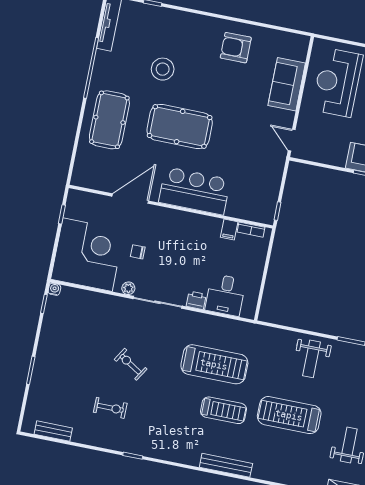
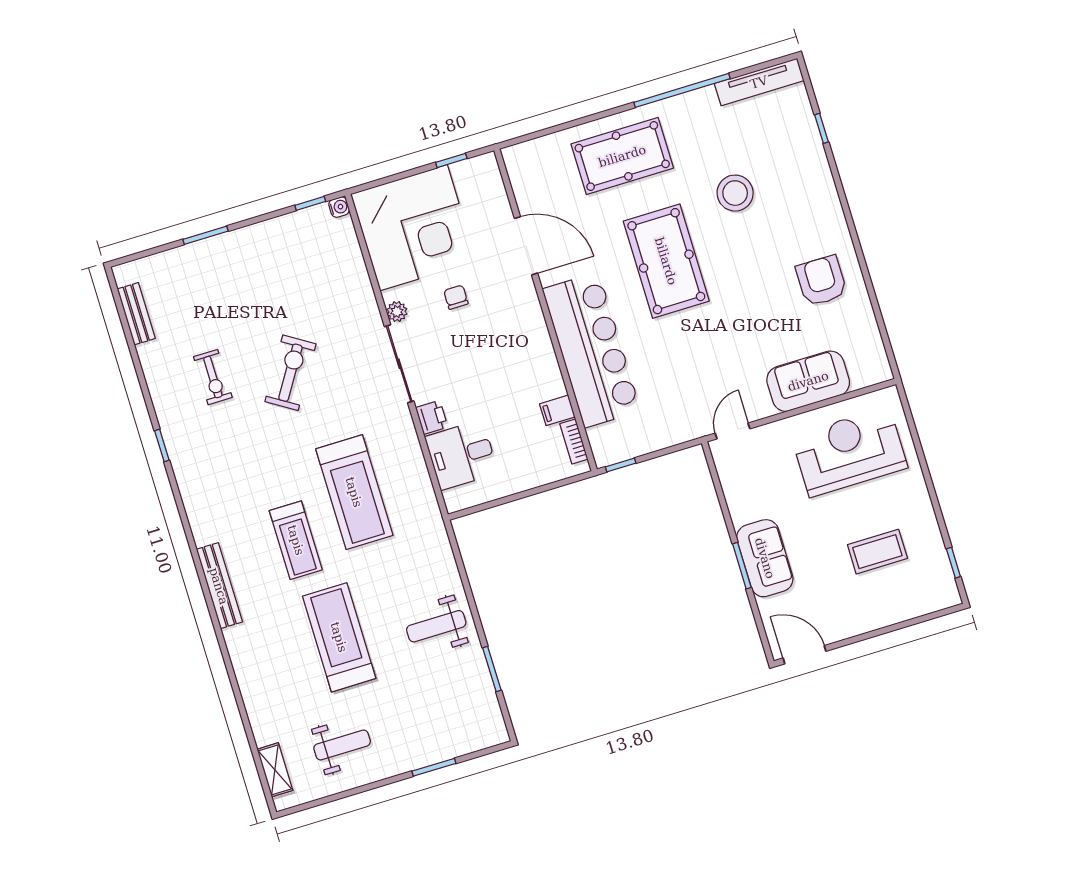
bar counter: (194, 191) -> (592, 350), width x1.36
exercise bike: (131, 364) -> (290, 373), width x1.38, depth x1.39

